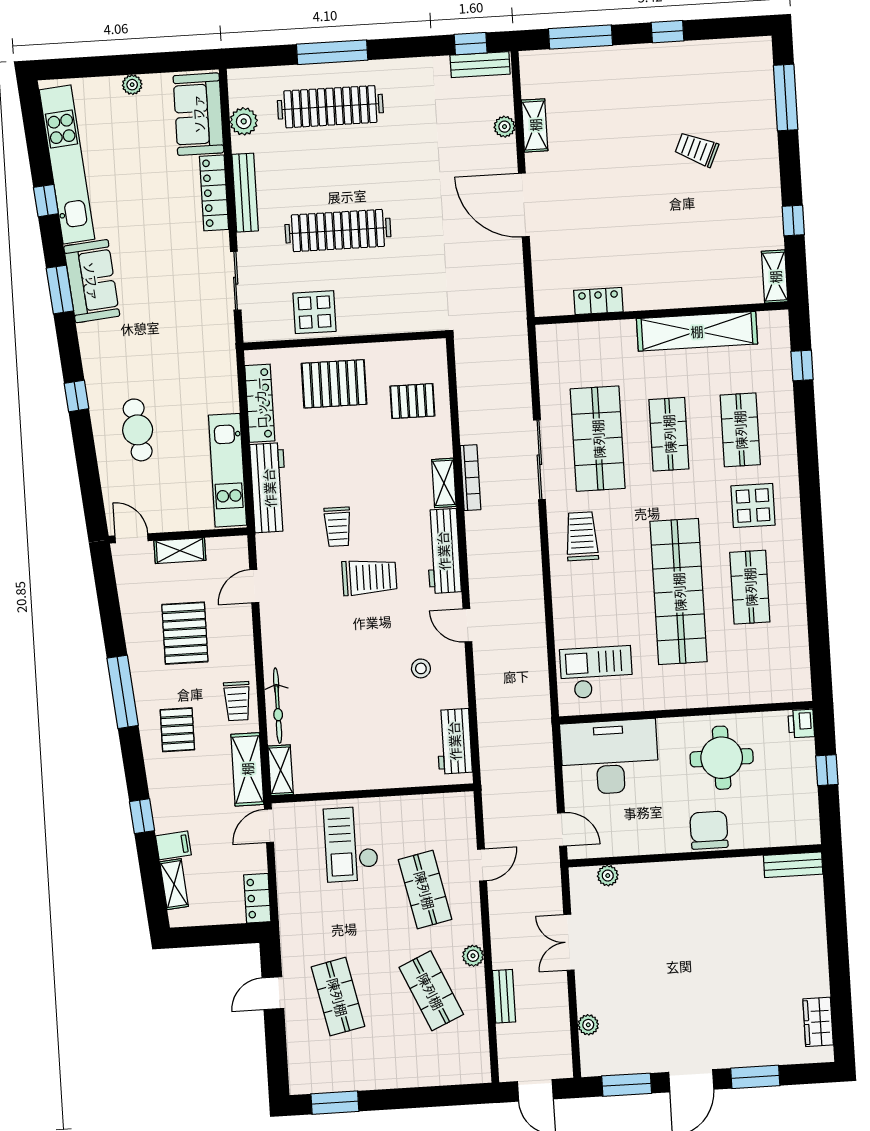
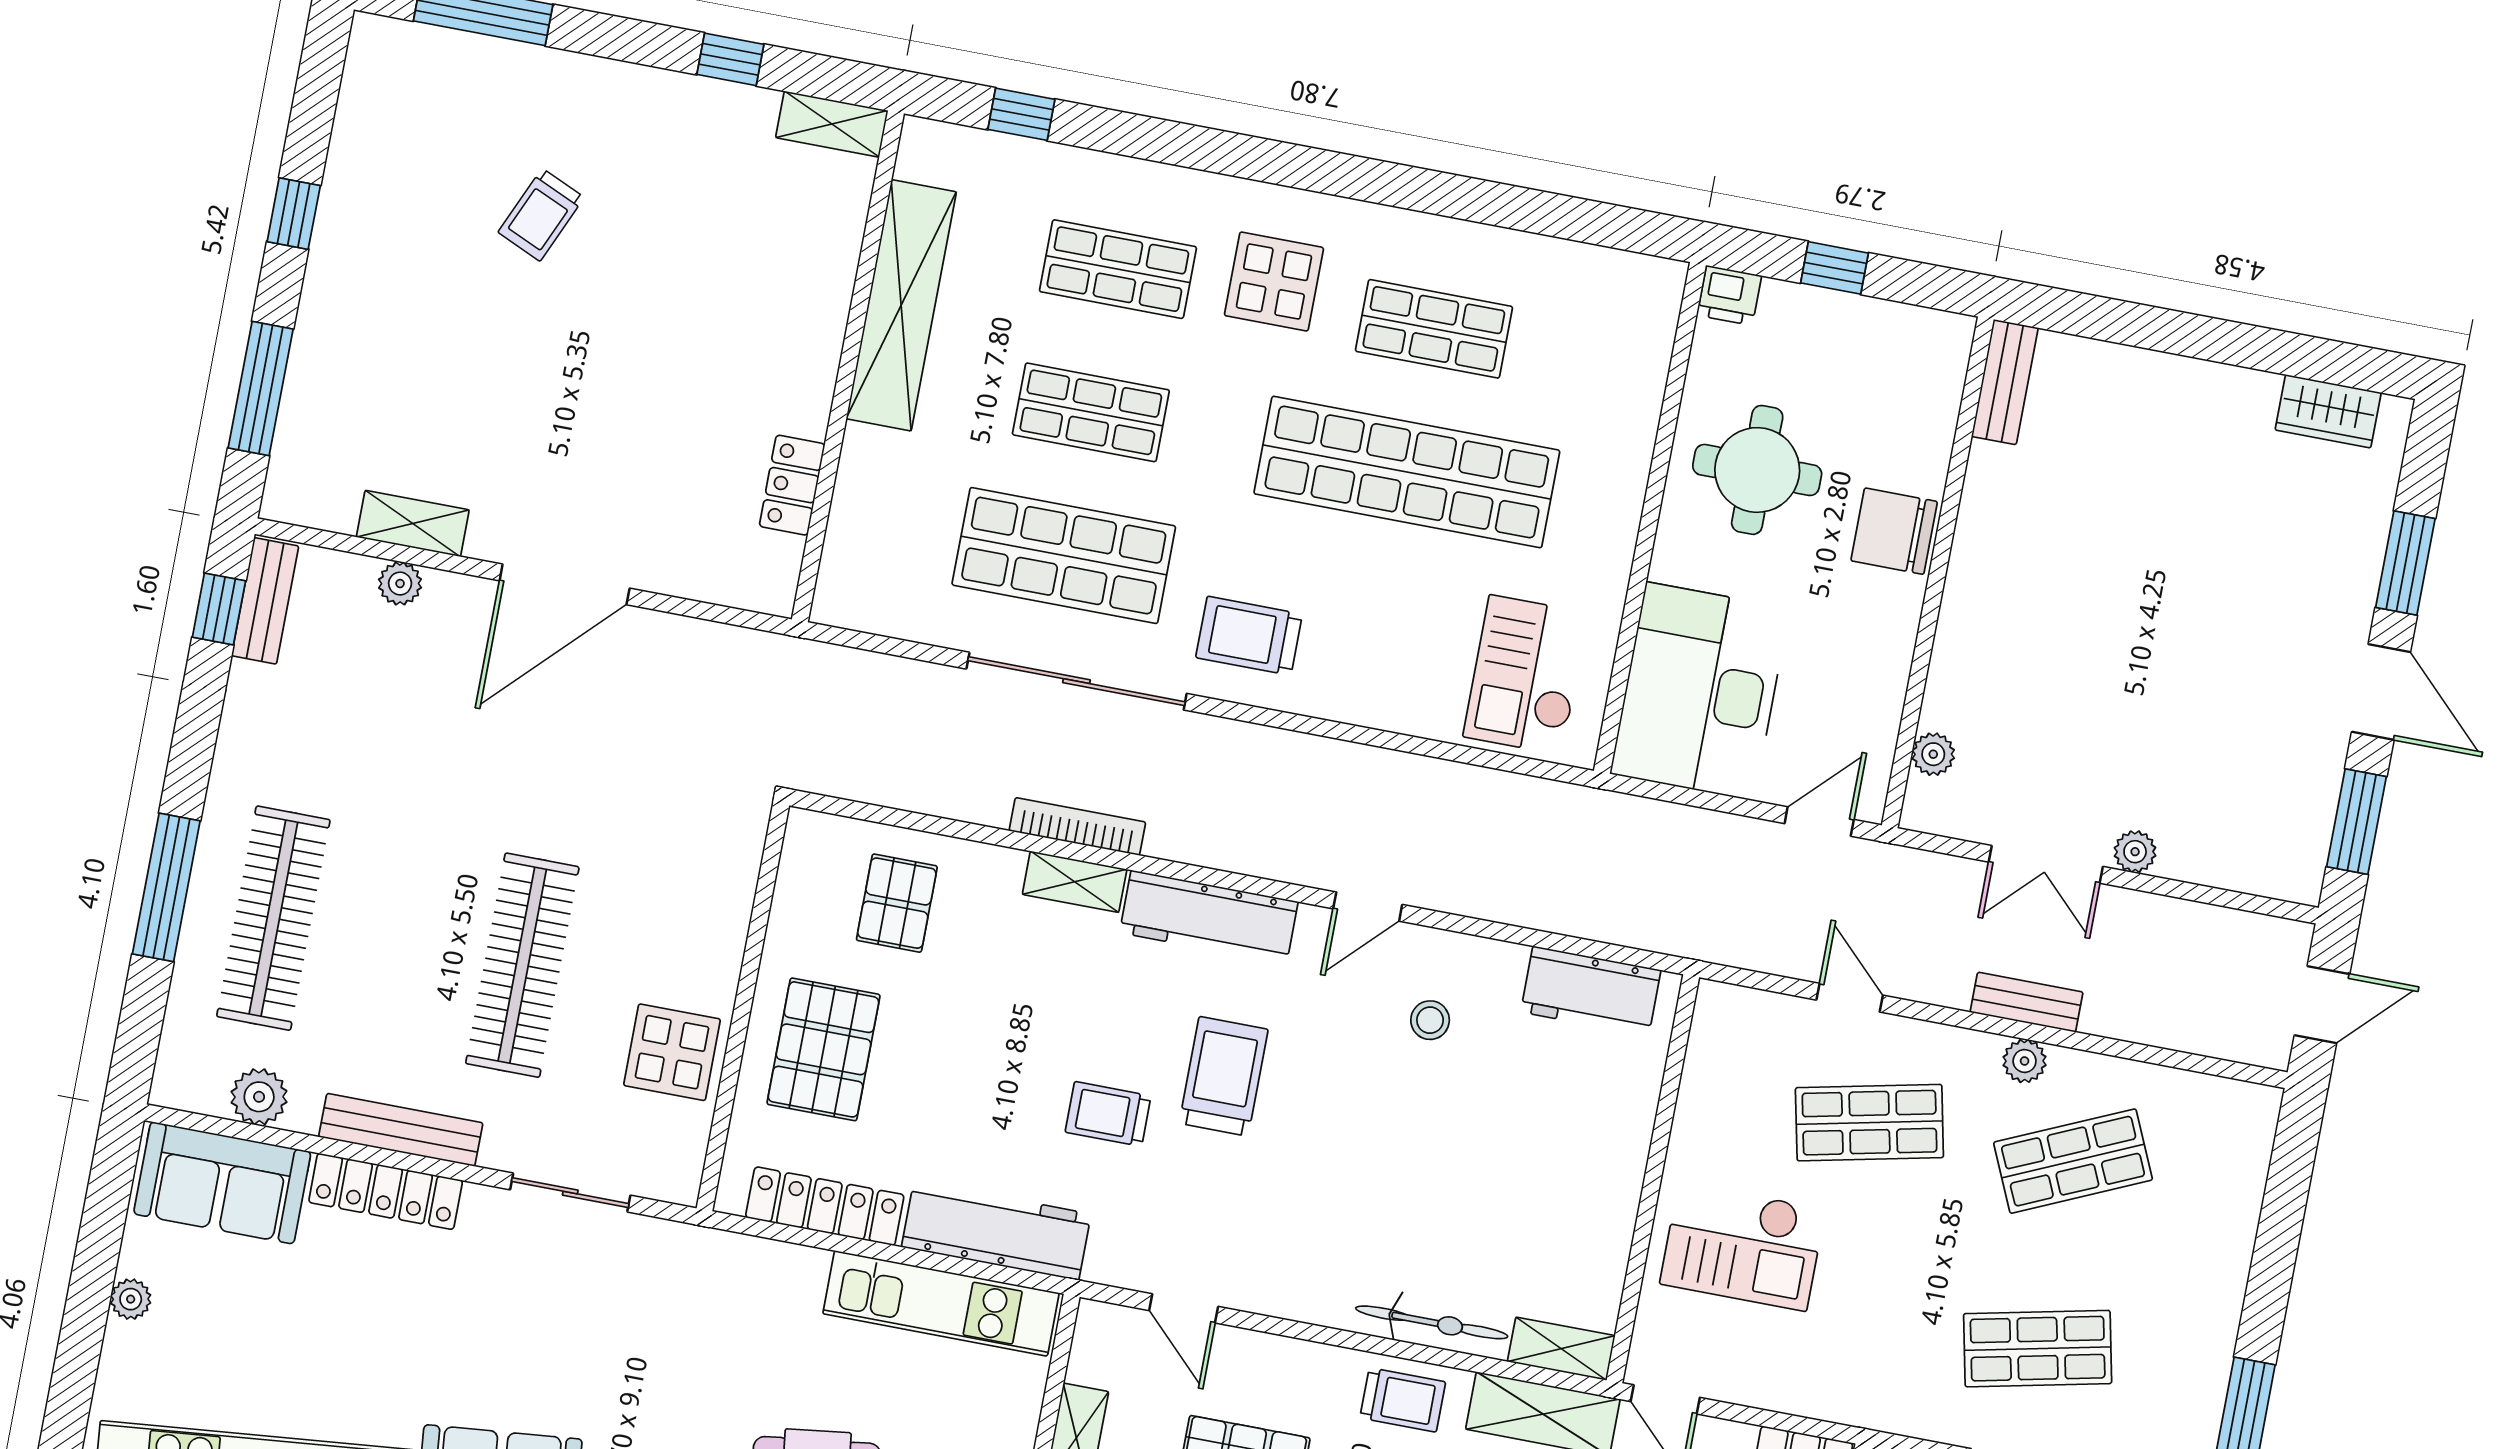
sliding door: (539, 460) -> (1077, 681), width x1.36
trolley: (338, 527) -> (1108, 1114), turned 180
bench: (504, 996) -> (2027, 1002), moved
plant: (588, 1025) -> (2135, 852), moved

